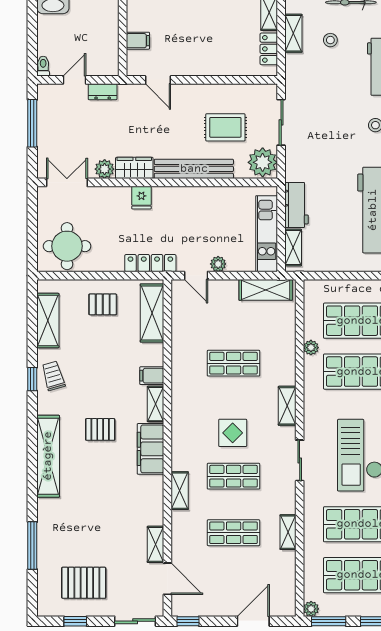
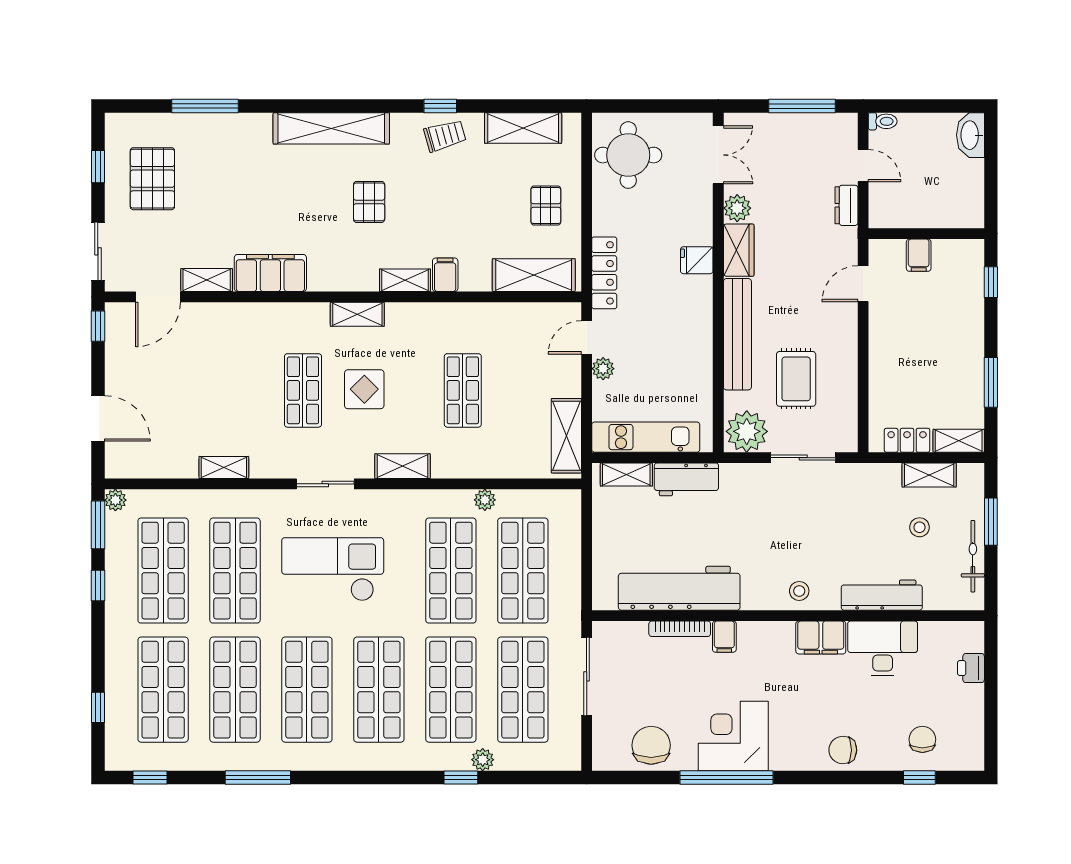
filing cabinet: (150, 449) -> (270, 273), moved
shelving: (180, 491) -> (357, 314), moved
shop shelf: (234, 533) -> (223, 390), removed

